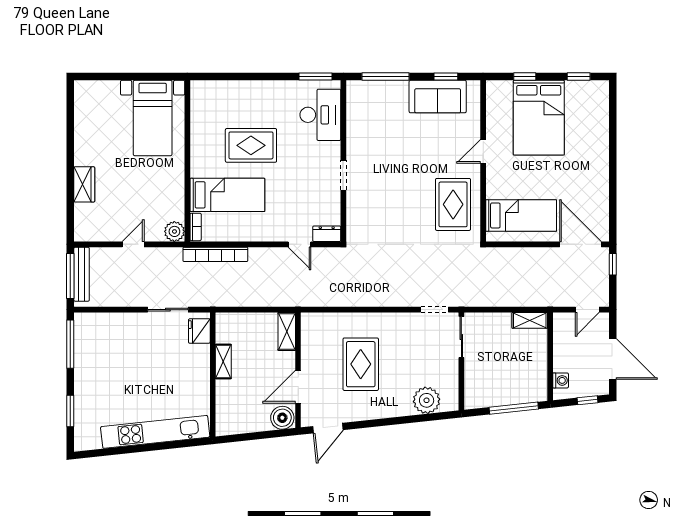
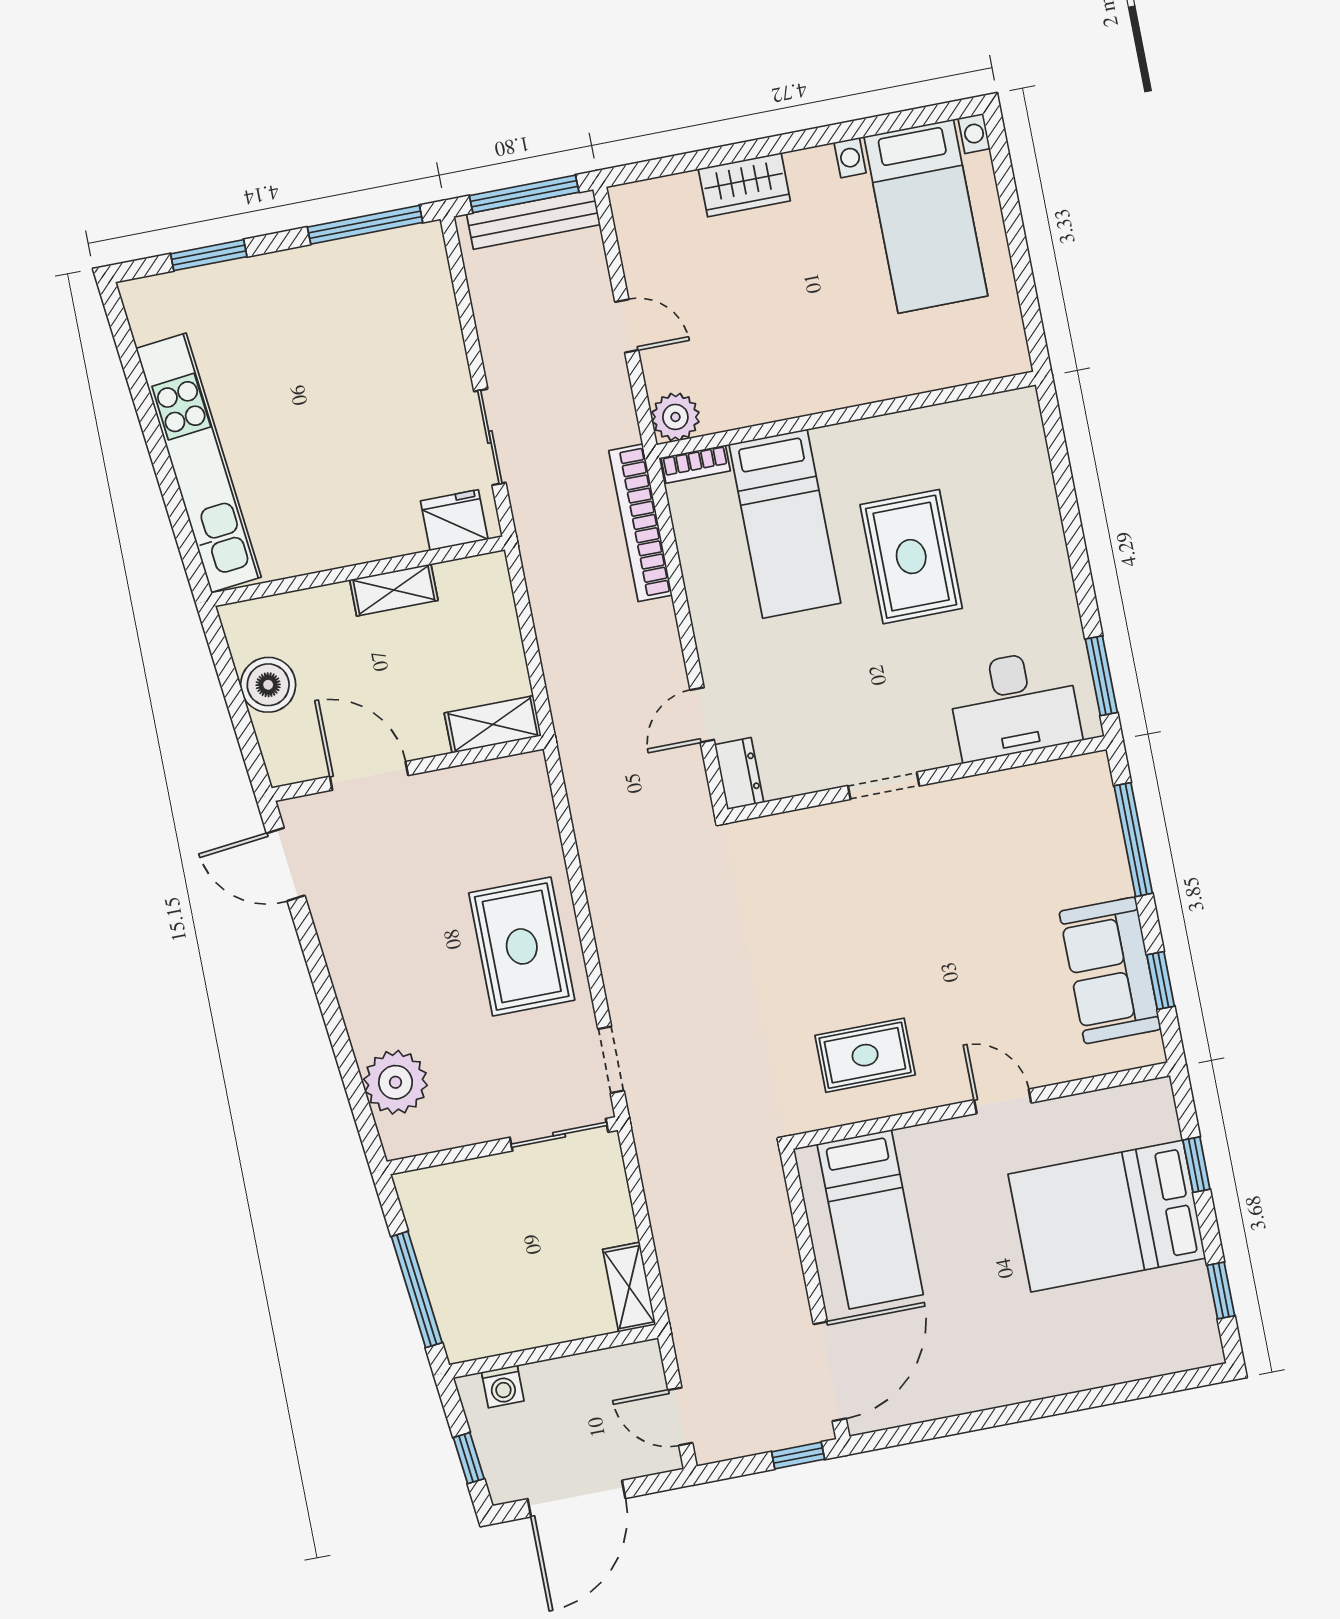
bed with nightstands: (153, 118) -> (926, 216), moved, turned -90
rug: (453, 204) -> (865, 1055), width x0.73, depth x0.70
rug: (361, 364) -> (522, 946), moved, turned 90
boiler: (282, 418) -> (268, 685), moved

